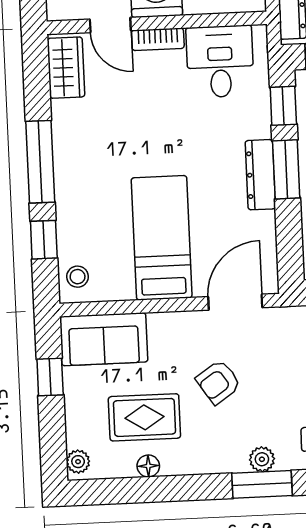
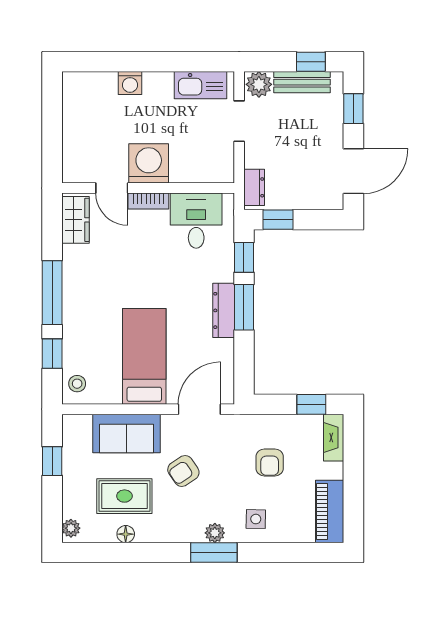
sofa: (104, 339) -> (126, 433), moved

